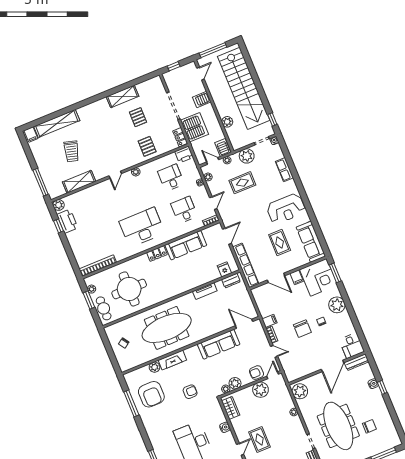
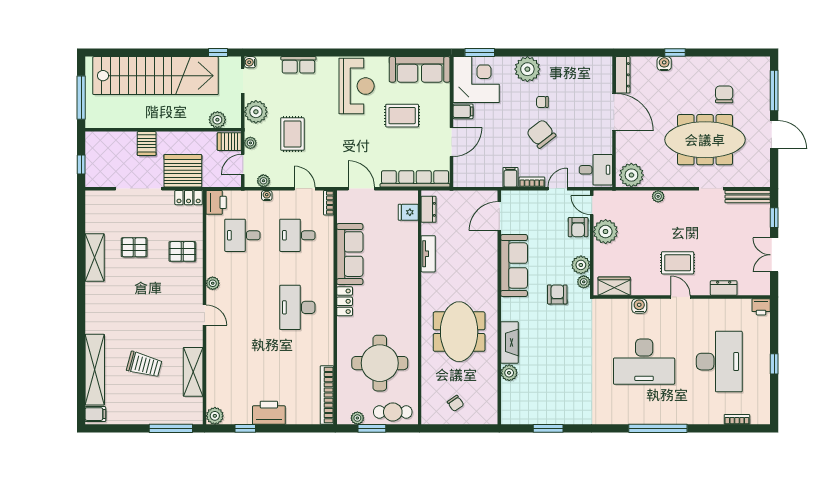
door: (201, 74) -> (108, 130), removed
plant: (227, 122) -> (217, 120), moved
printer: (67, 221) -> (269, 413), moved
desk: (142, 227) -> (297, 307), width x0.73, depth x0.77
meeting table: (167, 328) -> (459, 332), width x0.73
chair: (302, 329) -> (541, 134), turned -128
desk: (352, 346) -> (596, 170), moved
armchair: (190, 392) -> (557, 294), moved
armchair: (151, 394) -> (547, 394), removed
window: (131, 403) -> (548, 428), width x0.69

